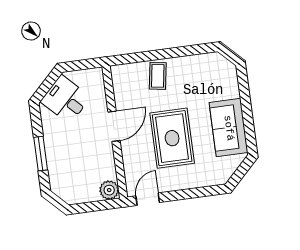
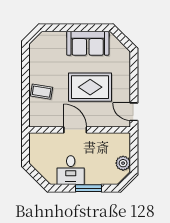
desk: (66, 99) -> (71, 170), moved, turned -45
plant: (109, 190) -> (123, 163), moved

